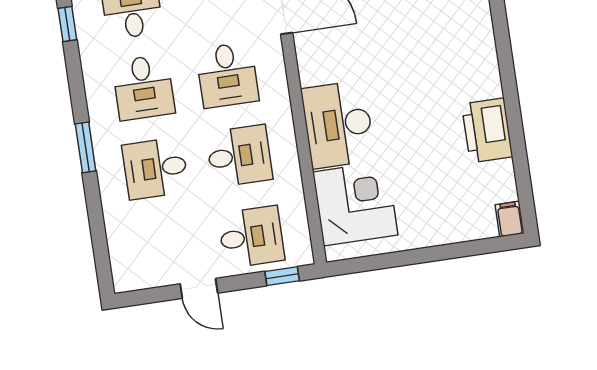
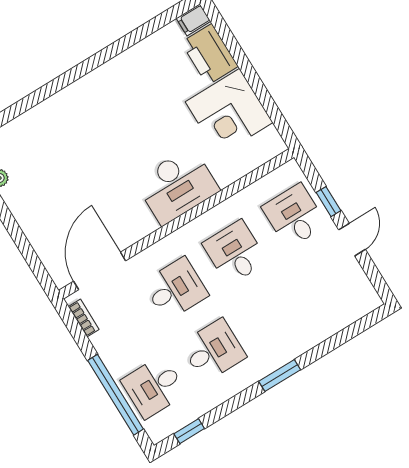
printer: (487, 130) -> (210, 54), moved, turned 90
desk: (155, 168) -> (273, 314), removed
corner desk: (355, 204) -> (229, 112), moved, turned -90
window: (282, 276) -> (329, 202), moved

